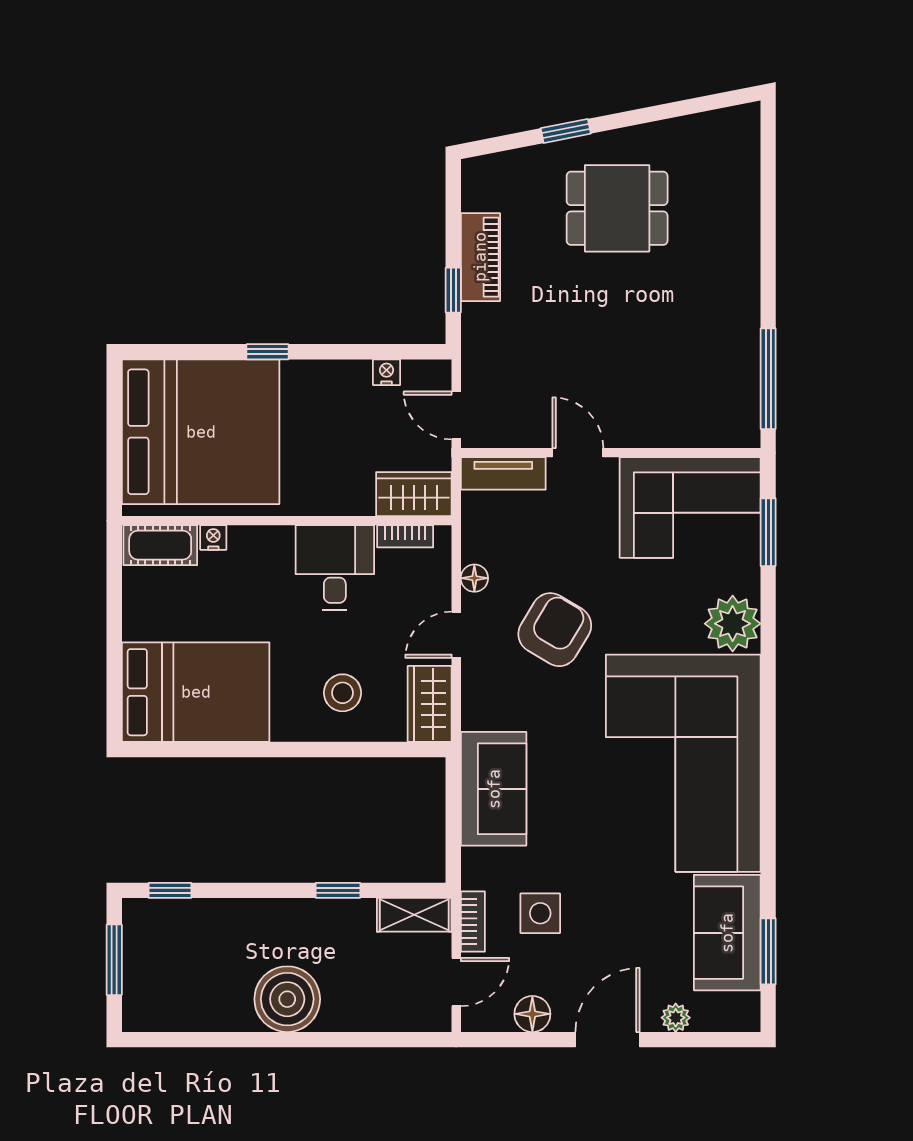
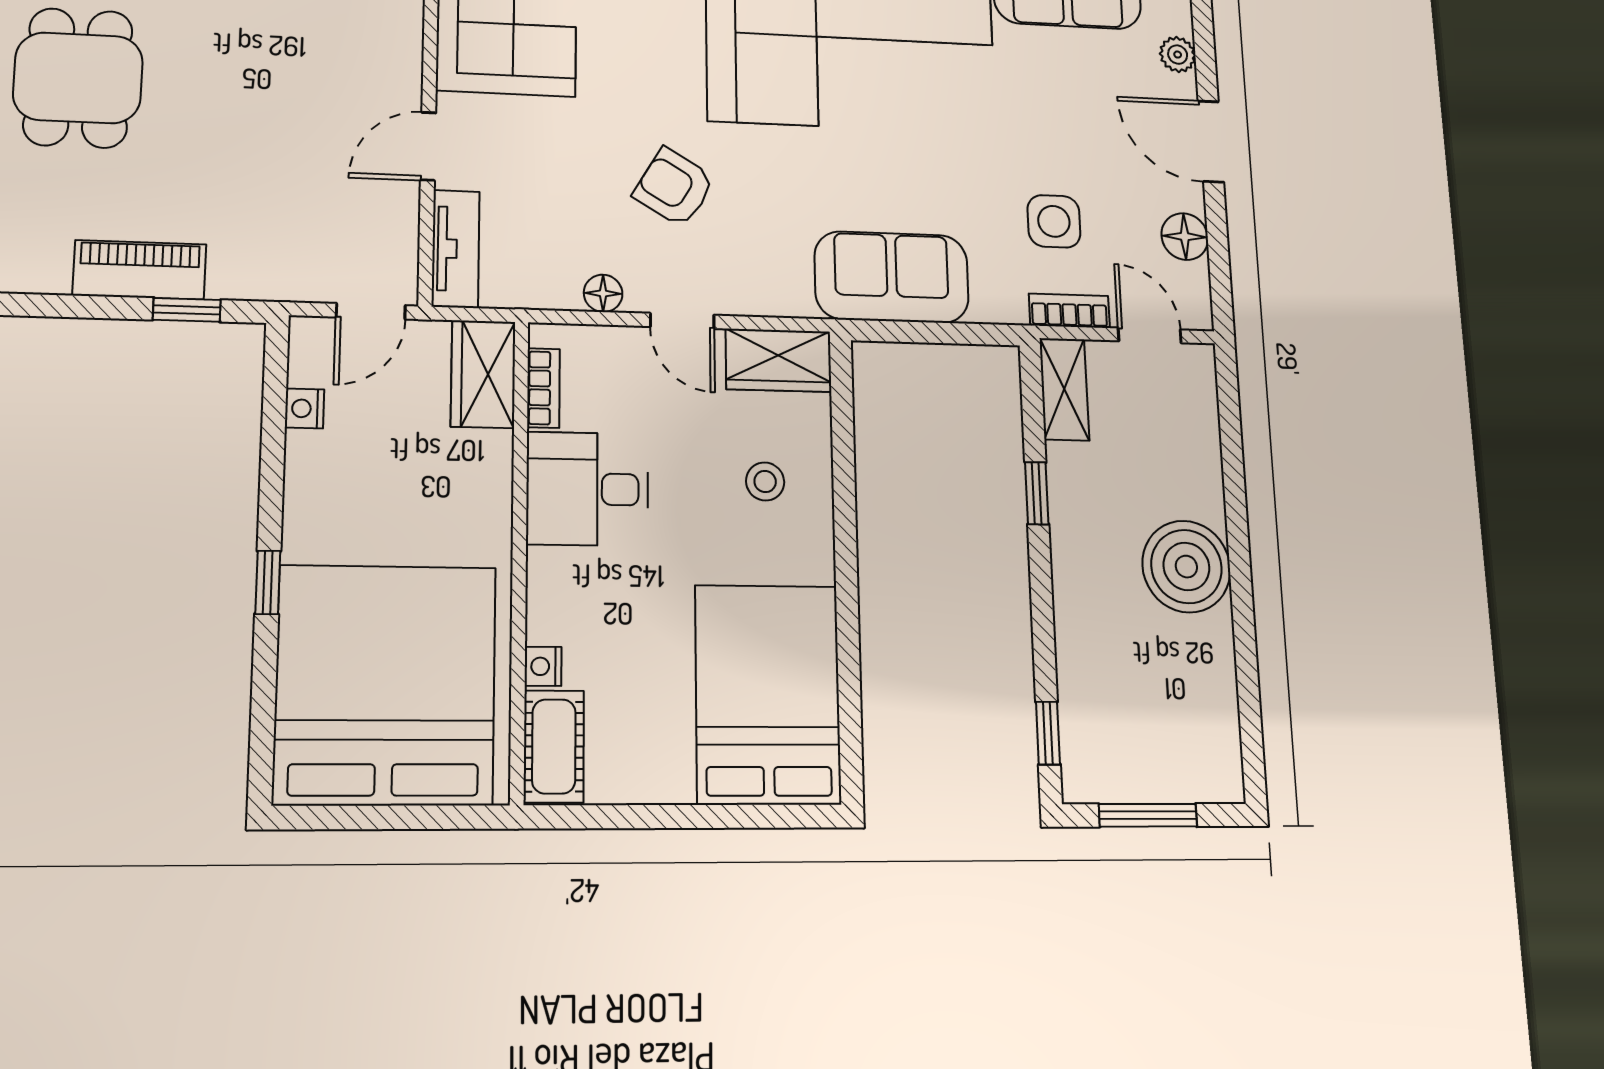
armchair: (555, 630) -> (674, 187), width x0.72, depth x0.72
stool: (342, 693) -> (765, 481), width x0.73, depth x0.73

